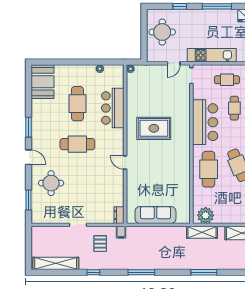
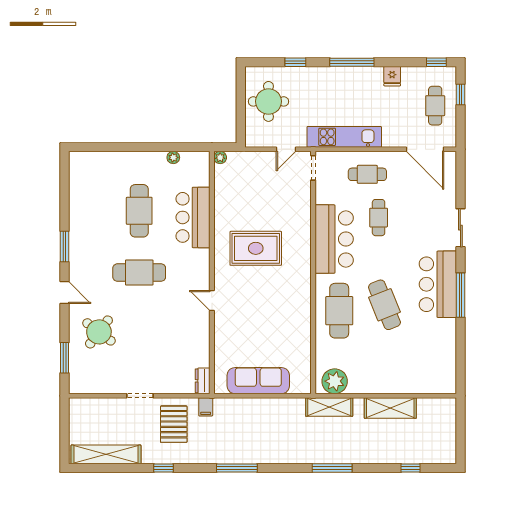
booth: (43, 82) -> (86, 177), removed
round table: (51, 183) -> (99, 332), turned 37
pallet: (100, 244) -> (174, 424), width x1.50, depth x1.42

